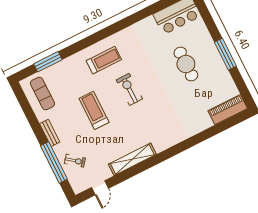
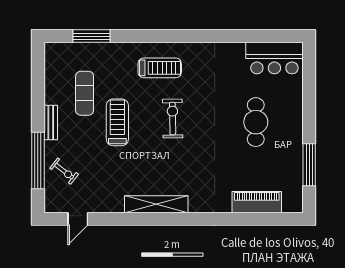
window: (225, 54) -> (309, 165), moved
exercise mat: (43, 93) -> (85, 93), moved
piano: (228, 110) -> (257, 202), moved
shelving: (132, 159) -> (156, 204), moved

